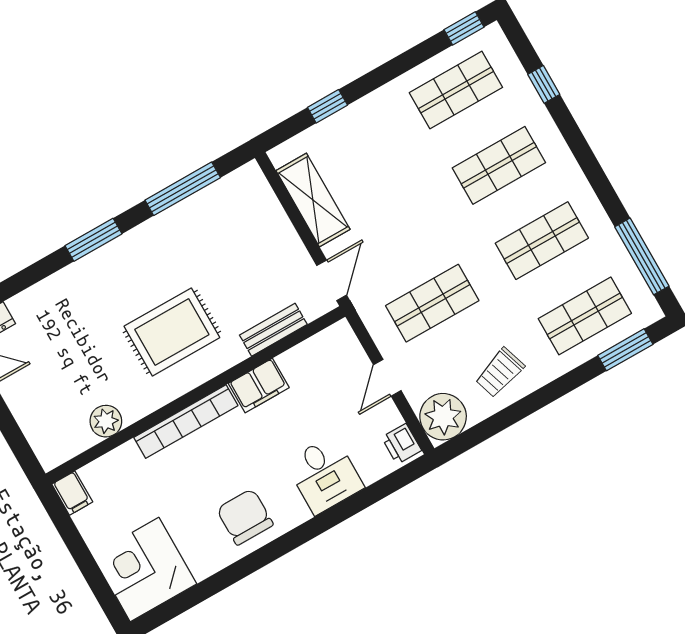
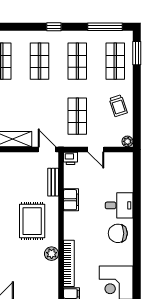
window: (544, 84) -> (54, 27), moved
plant: (443, 417) -> (127, 141), width x0.53, depth x0.53
plant: (106, 421) -> (52, 254), moved
bookcase: (186, 421) -> (69, 263), moved
printer: (402, 444) -> (71, 158), moved
desk: (324, 475) -> (119, 205), moved

